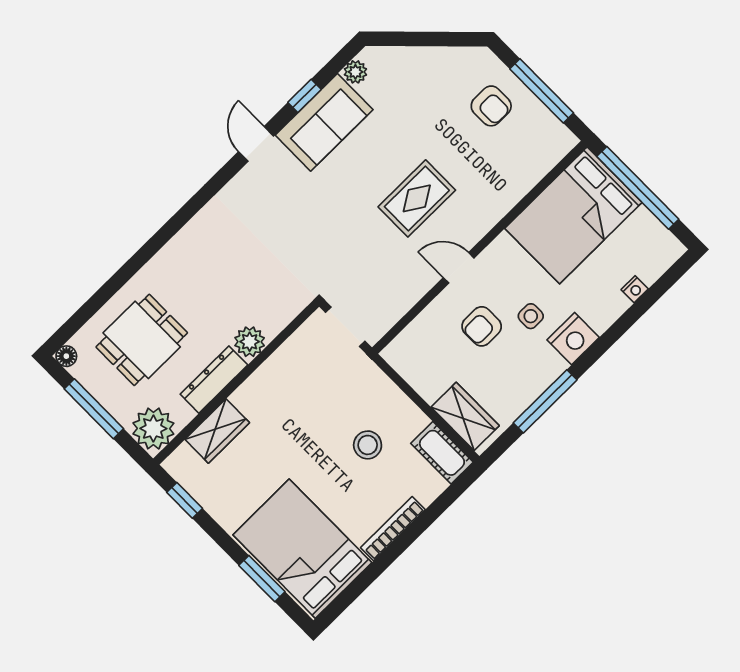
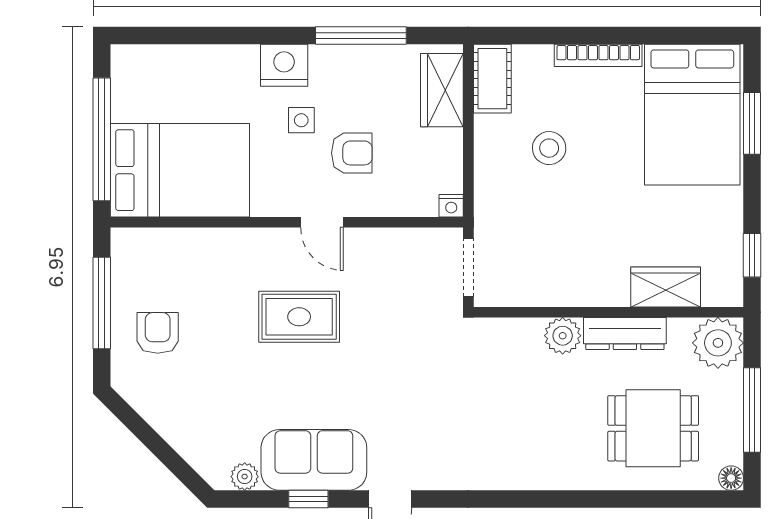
nightstand: (635, 289) -> (451, 206), moved, turned 180

